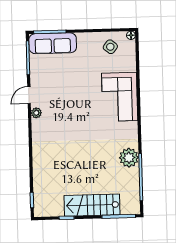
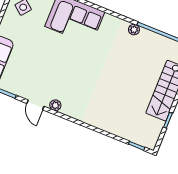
plant: (129, 158) -> (134, 30), width x0.53, depth x0.53

